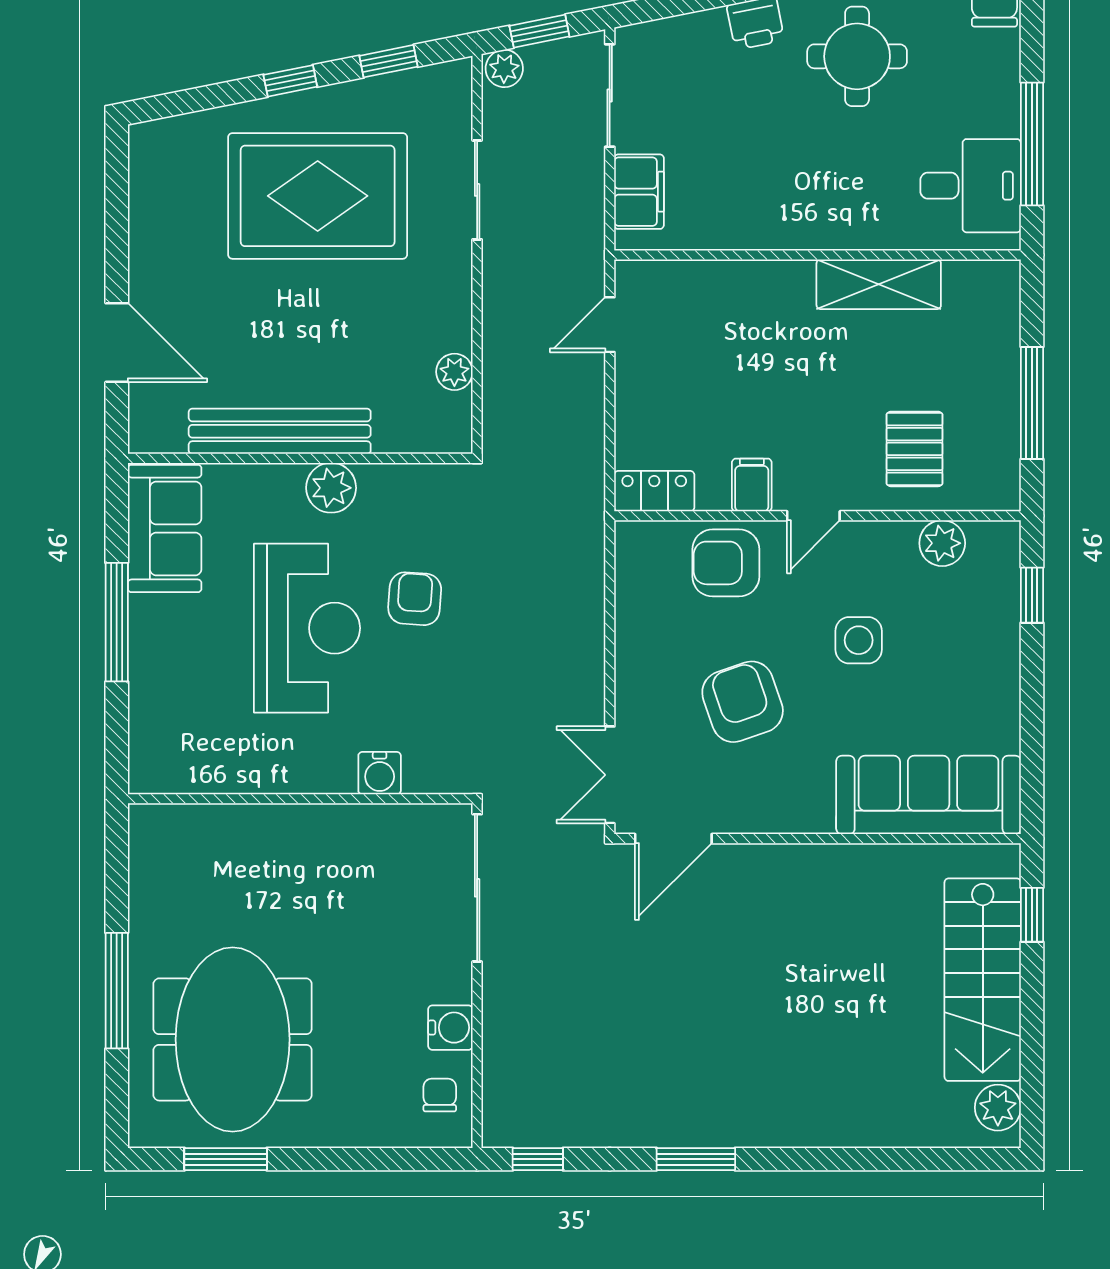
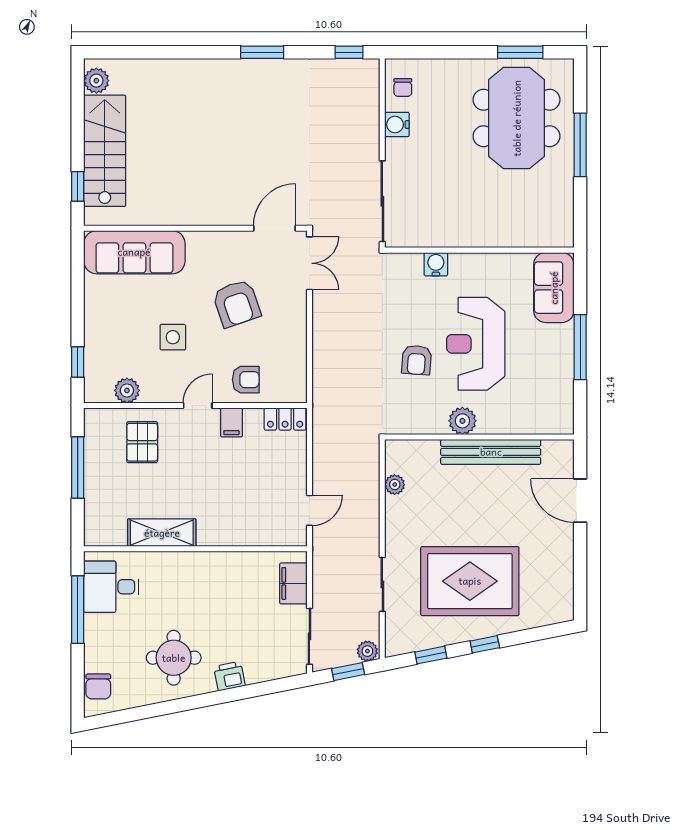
sofa: (165, 528) -> (554, 288), moved
armchair: (726, 563) -> (246, 380), width x0.72, depth x0.72

